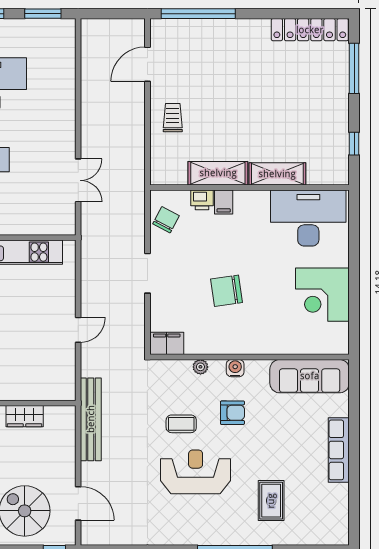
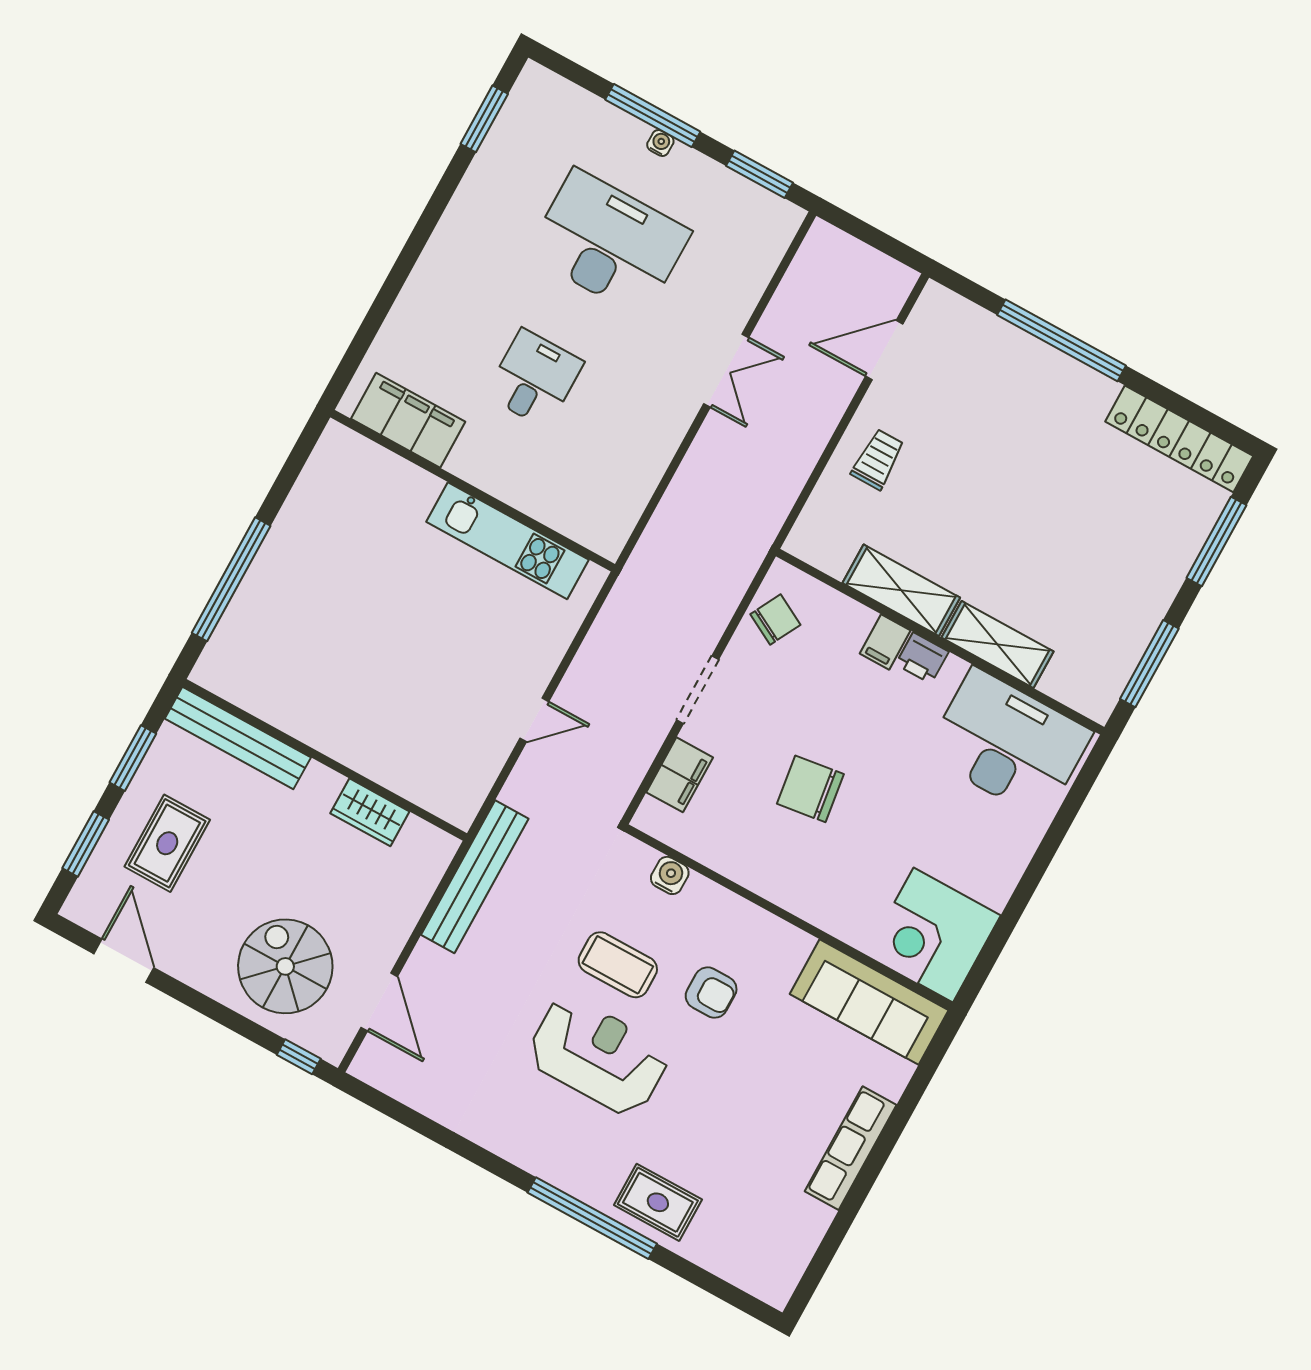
window: (198, 14) -> (1061, 340), moved
window: (354, 144) -> (1149, 664), width x2.17
double door: (78, 180) -> (726, 371), moved
printer: (202, 200) -> (922, 658), moved
corner desk: (322, 295) -> (933, 935), moved
filing cabinet: (167, 343) -> (680, 775), moved, turned 90
plant: (200, 367) -> (700, 889), removed
water cooler: (235, 368) -> (670, 875), moved
coffee table: (181, 424) -> (618, 965), width x1.36, depth x1.30
rug: (271, 501) -> (658, 1202), moved, turned 90

